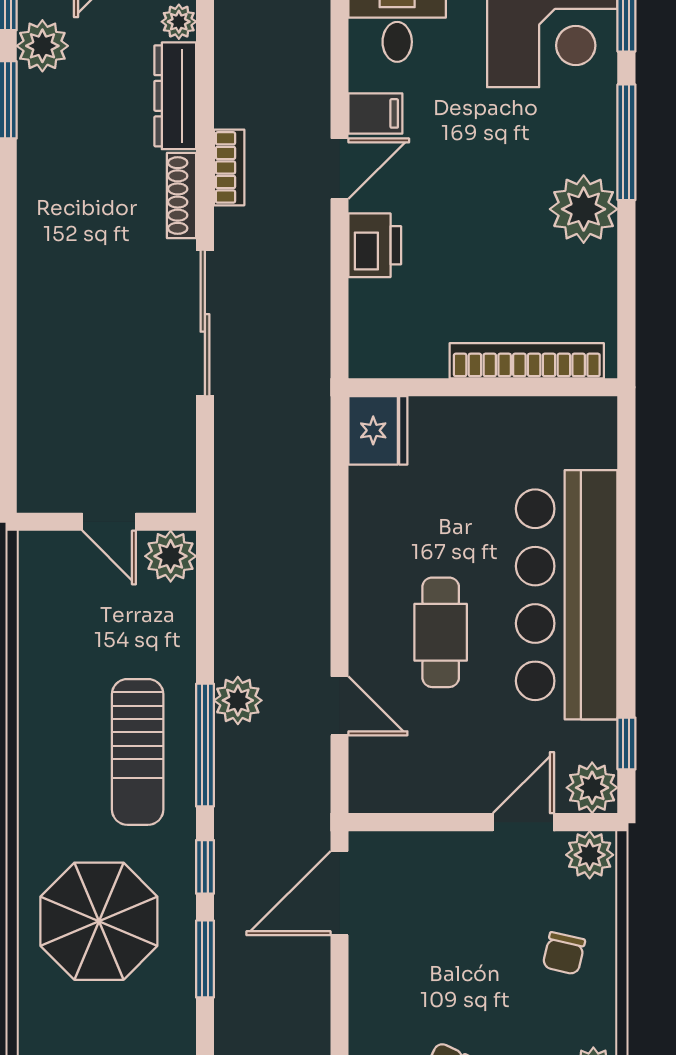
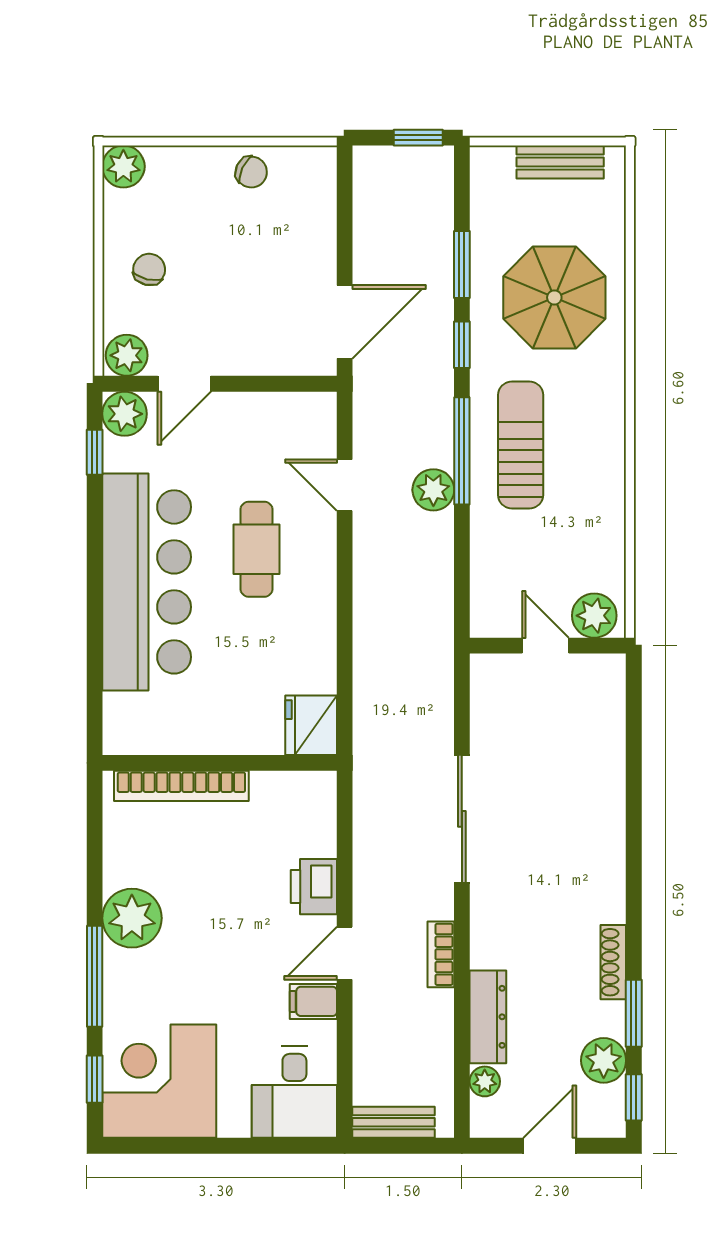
shoe rack: (181, 196) -> (613, 962), moved, turned 180
plant: (171, 556) -> (594, 616), moved

